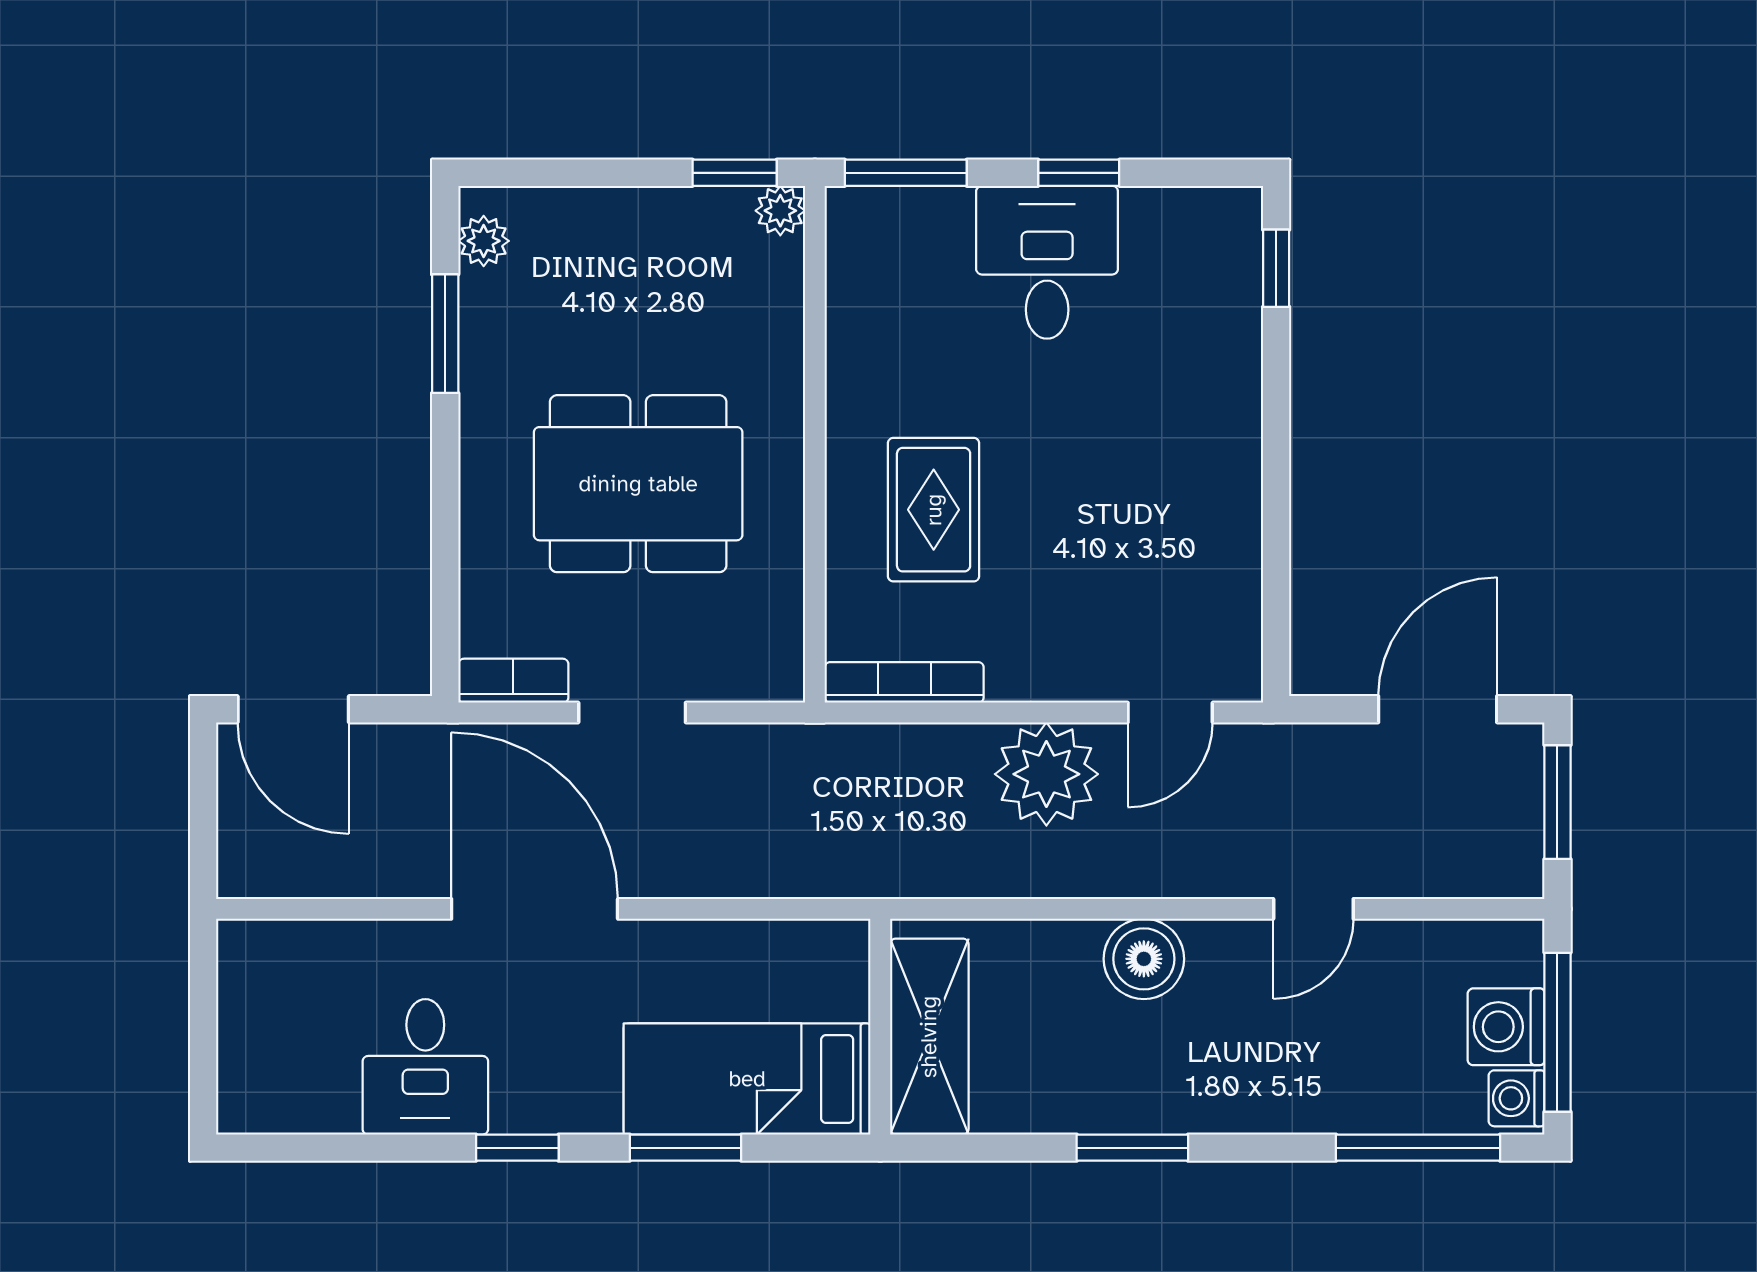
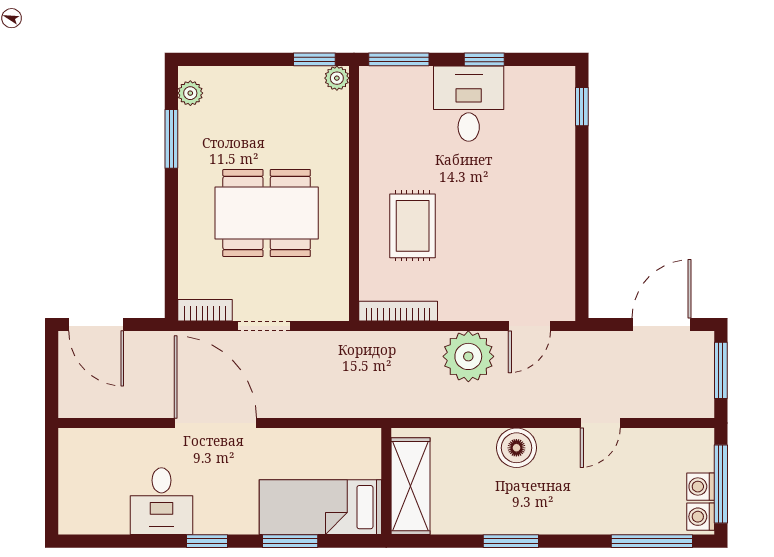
washing machine: (1506, 1027) -> (701, 487), width x0.73, depth x0.73

